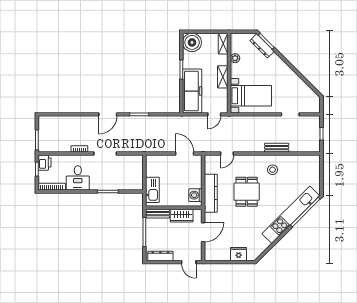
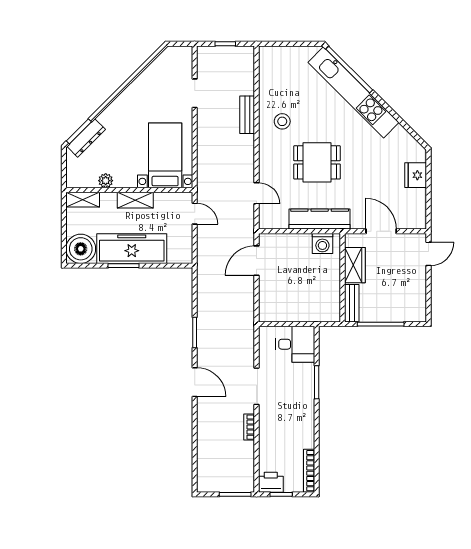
freezer: (192, 91) -> (132, 249), moved
desk: (78, 178) -> (295, 344), moved
kitchen sink: (152, 190) -> (314, 311), removed
dresser: (160, 256) -> (419, 299), removed

